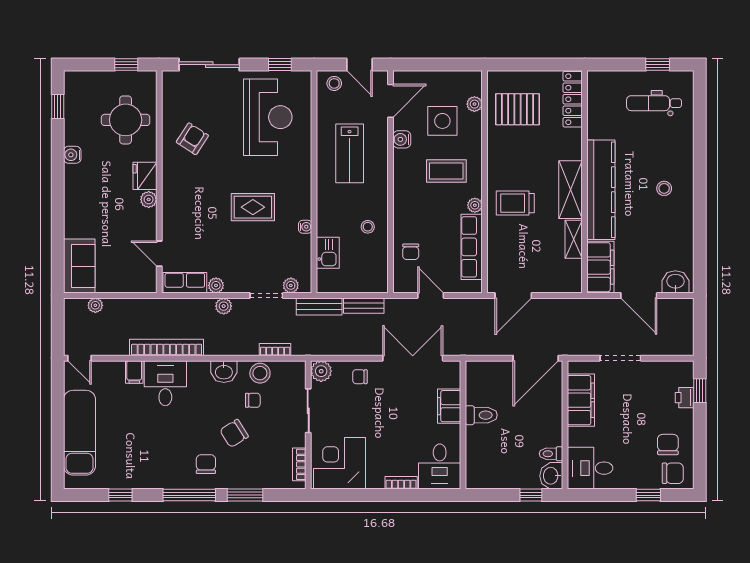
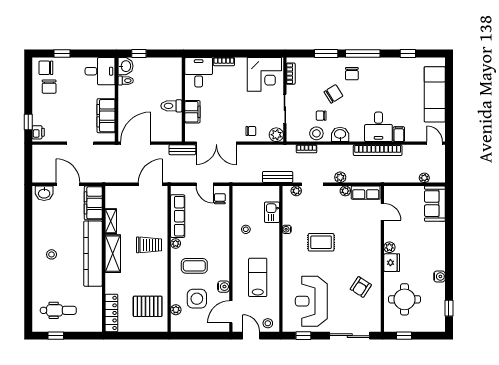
chair: (411, 252) -> (220, 199), moved
bench: (364, 306) -> (182, 150), moved
printer: (685, 398) -> (38, 132), moved

